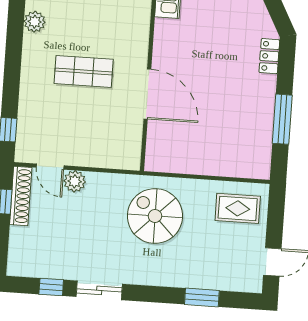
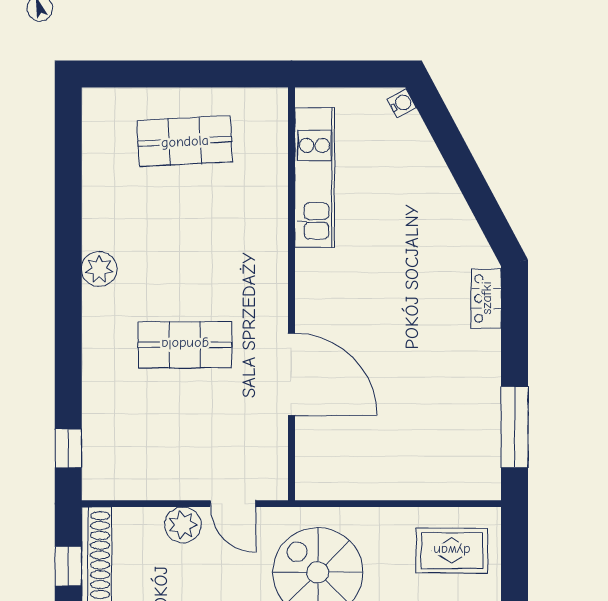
window: (282, 119) -> (515, 427), moved
door: (50, 167) -> (233, 504), moved

